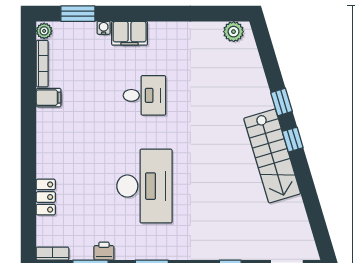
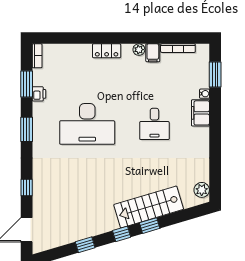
plant: (44, 31) -> (139, 50), moved
stairs: (272, 156) -> (149, 207), moved
window: (307, 189) -> (85, 245), added
locker: (46, 197) -> (107, 51), moved

